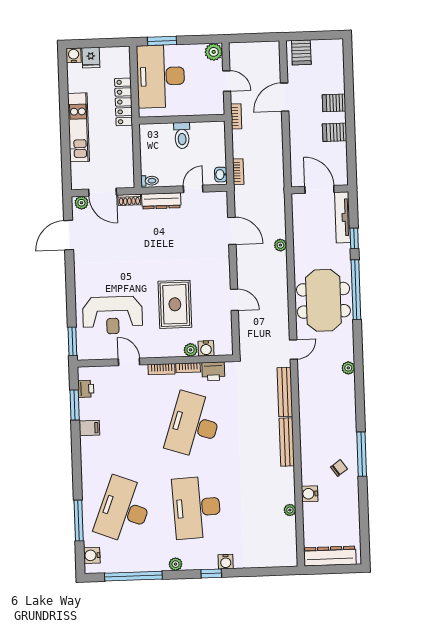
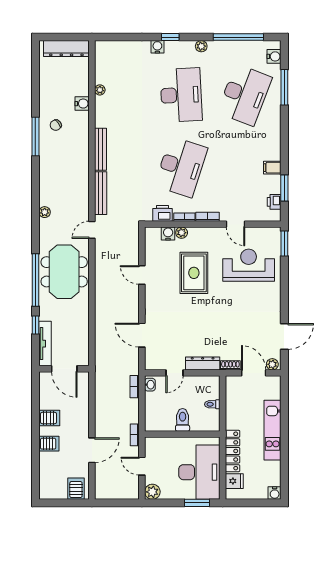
fridge: (91, 58) -> (234, 481), moved, turned 90
toilet: (150, 181) -> (212, 404), moved
plant: (280, 245) -> (100, 321), removed

